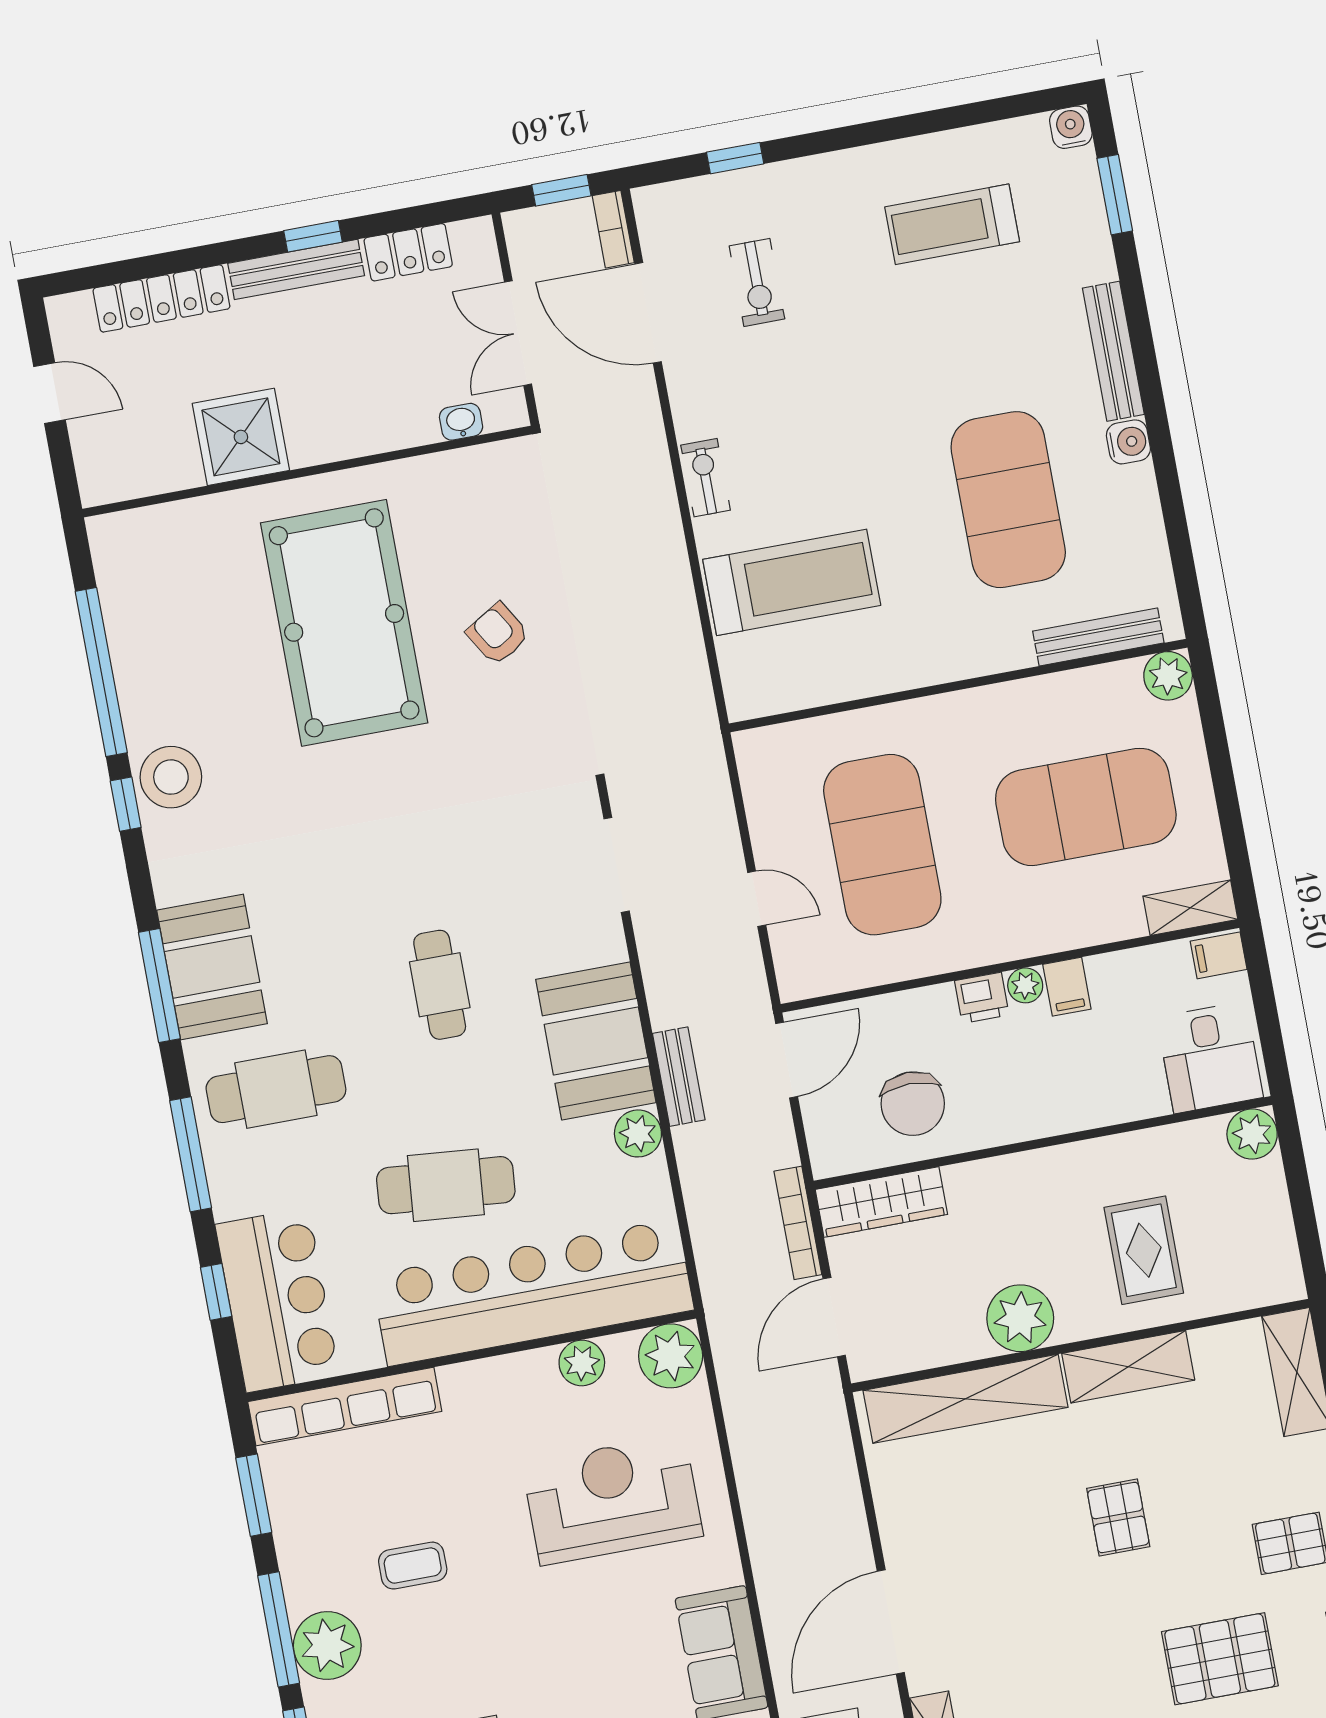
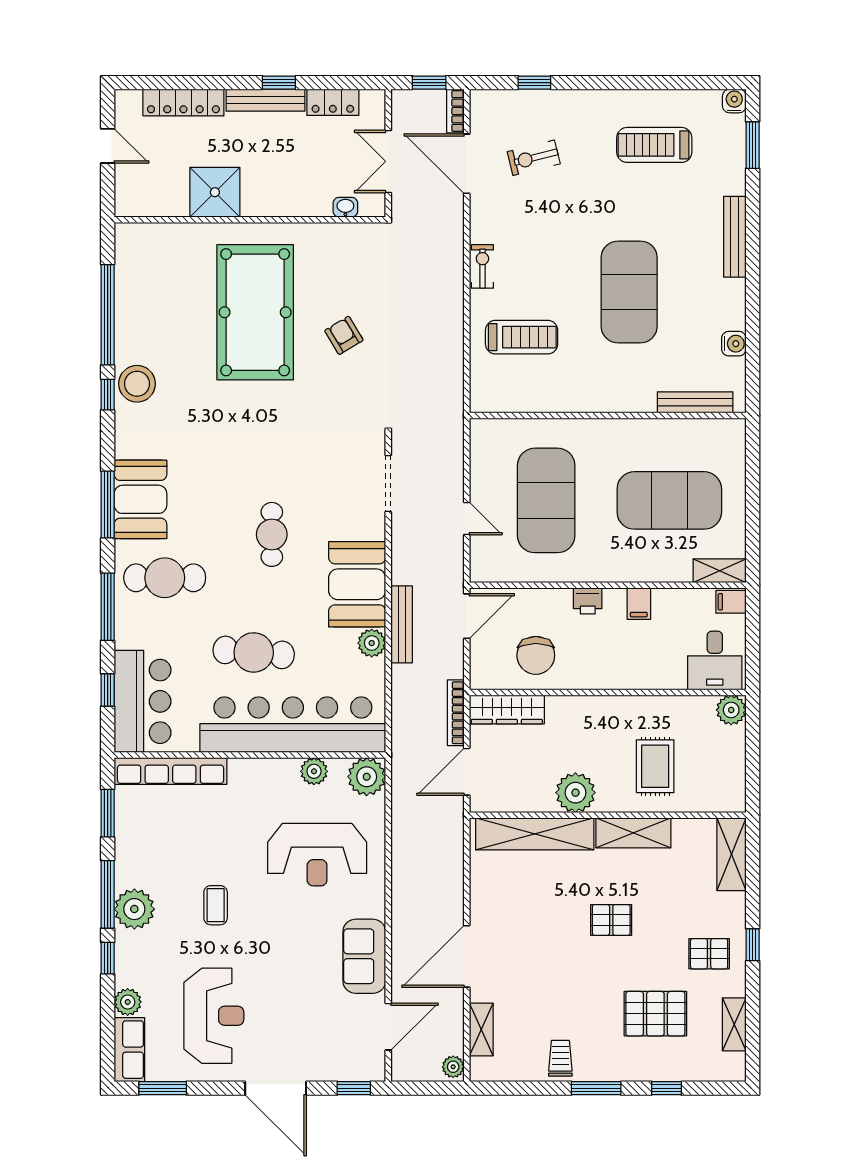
exercise bike: (757, 282) -> (534, 158), turned 76
water cooler: (1128, 442) -> (734, 344), moved
exercise mat: (1008, 500) -> (629, 292), moved
treadmill: (792, 582) -> (522, 337), width x0.73, depth x0.73
plant: (1168, 676) -> (732, 433), removed
plant: (1025, 985) -> (615, 598), removed
bench: (679, 1077) -> (402, 624), width x1.36
reception desk: (612, 1500) -> (317, 855), turned 180
pallet: (1118, 1517) -> (611, 920), turned 90
coffee table: (413, 1566) -> (216, 905), moved, turned 90

